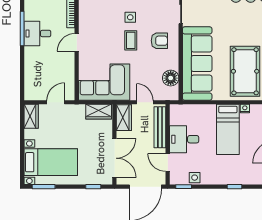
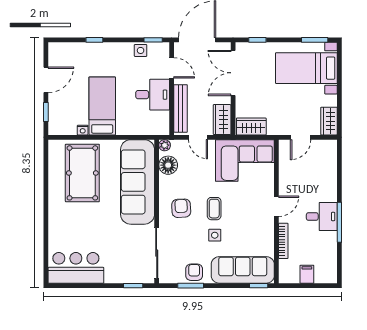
armchair: (159, 41) -> (181, 208), turned 87
plant: (174, 95) -> (165, 145), added

